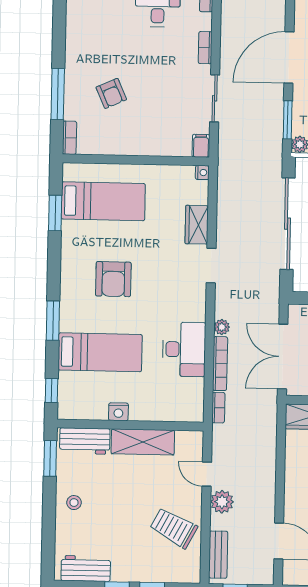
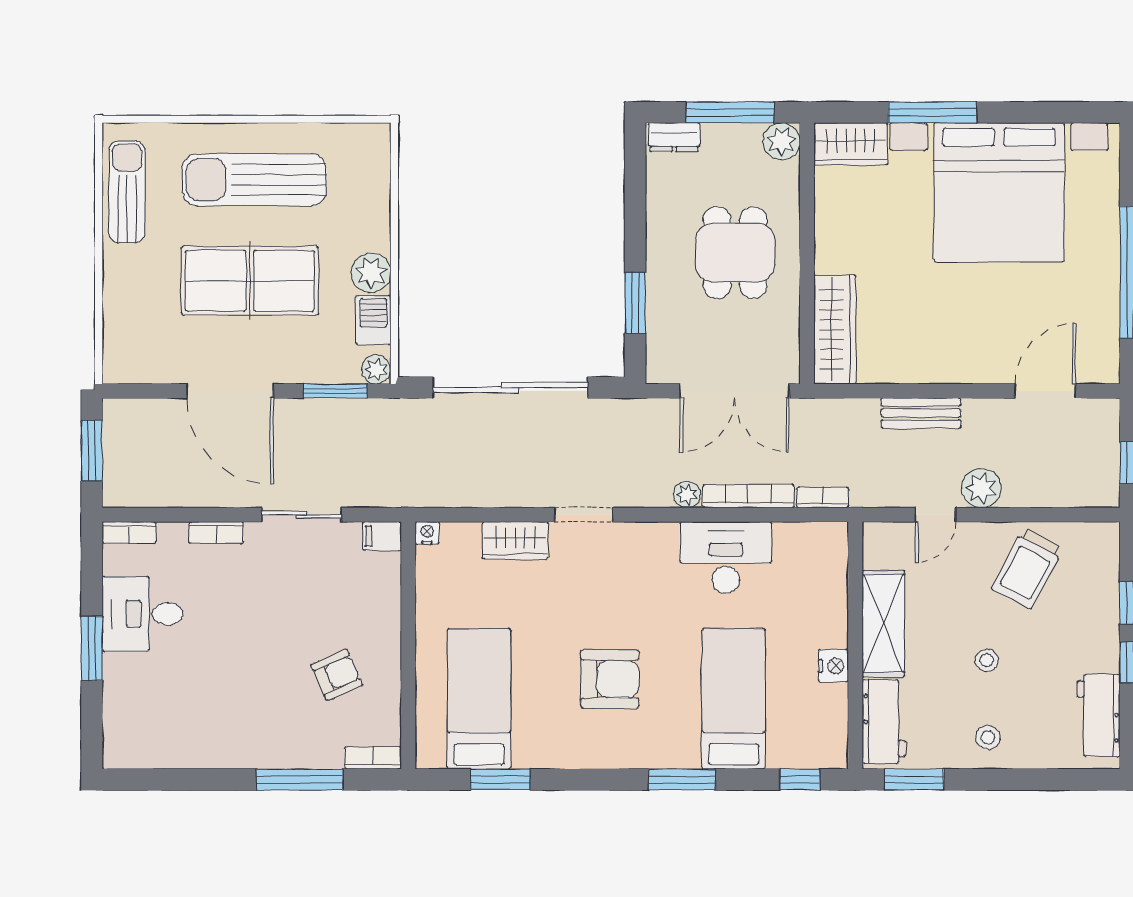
armchair: (111, 93) -> (337, 675), moved
stool: (120, 503) -> (987, 660), added
bench: (218, 555) -> (921, 413), moved

